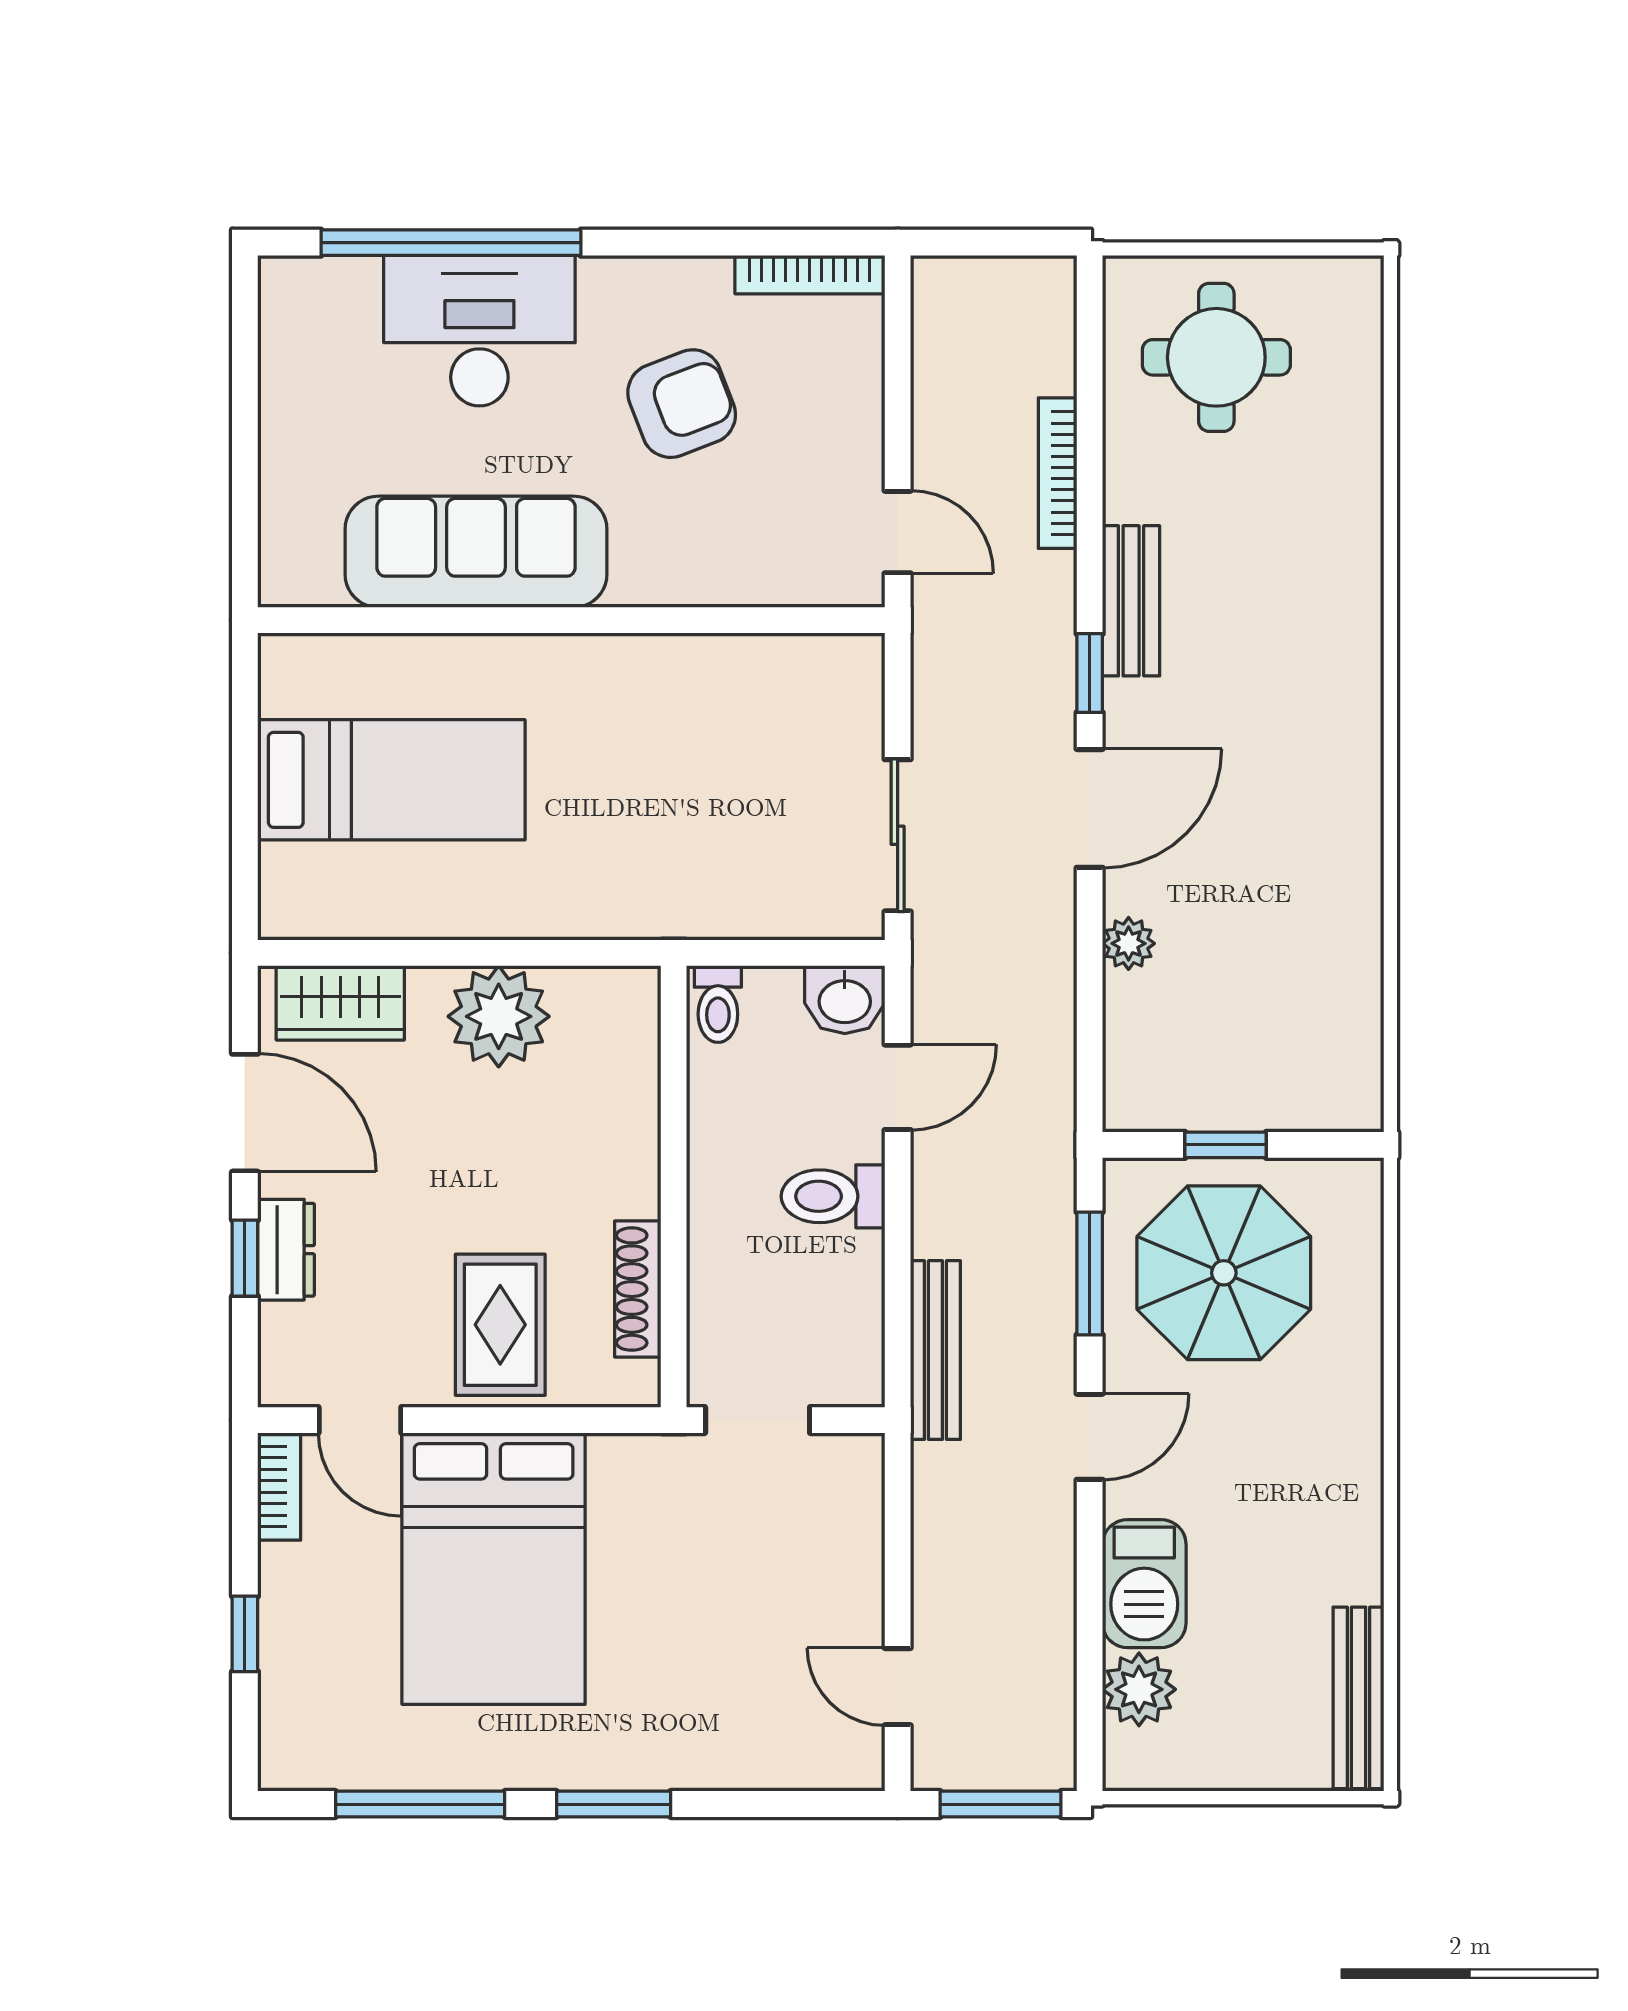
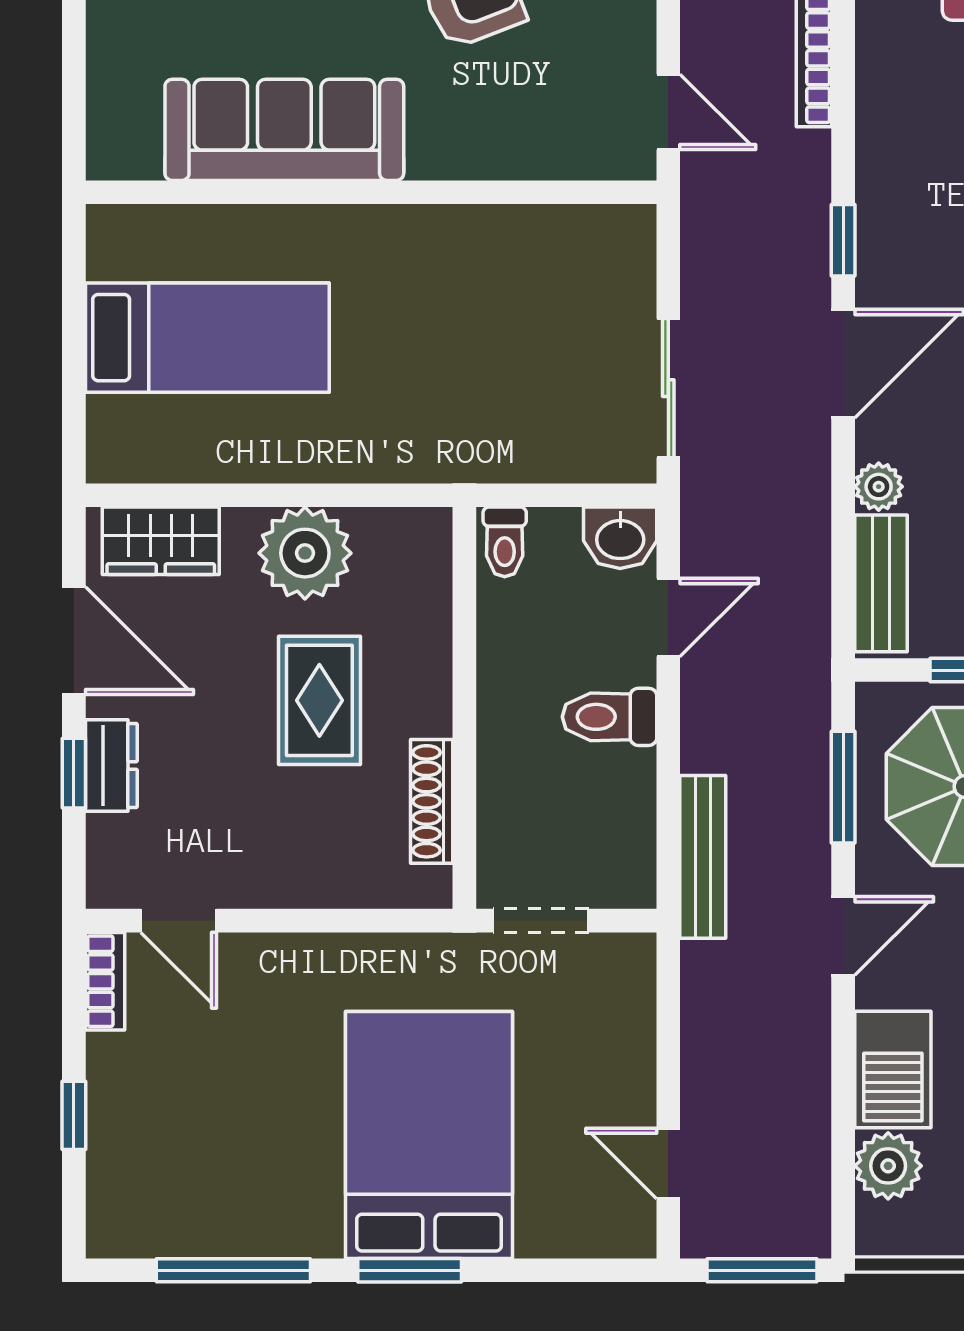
bench: (1131, 601) -> (881, 583), moved
rug: (500, 1325) -> (319, 700), moved
bed: (494, 1569) -> (429, 1135), moved, turned 180

